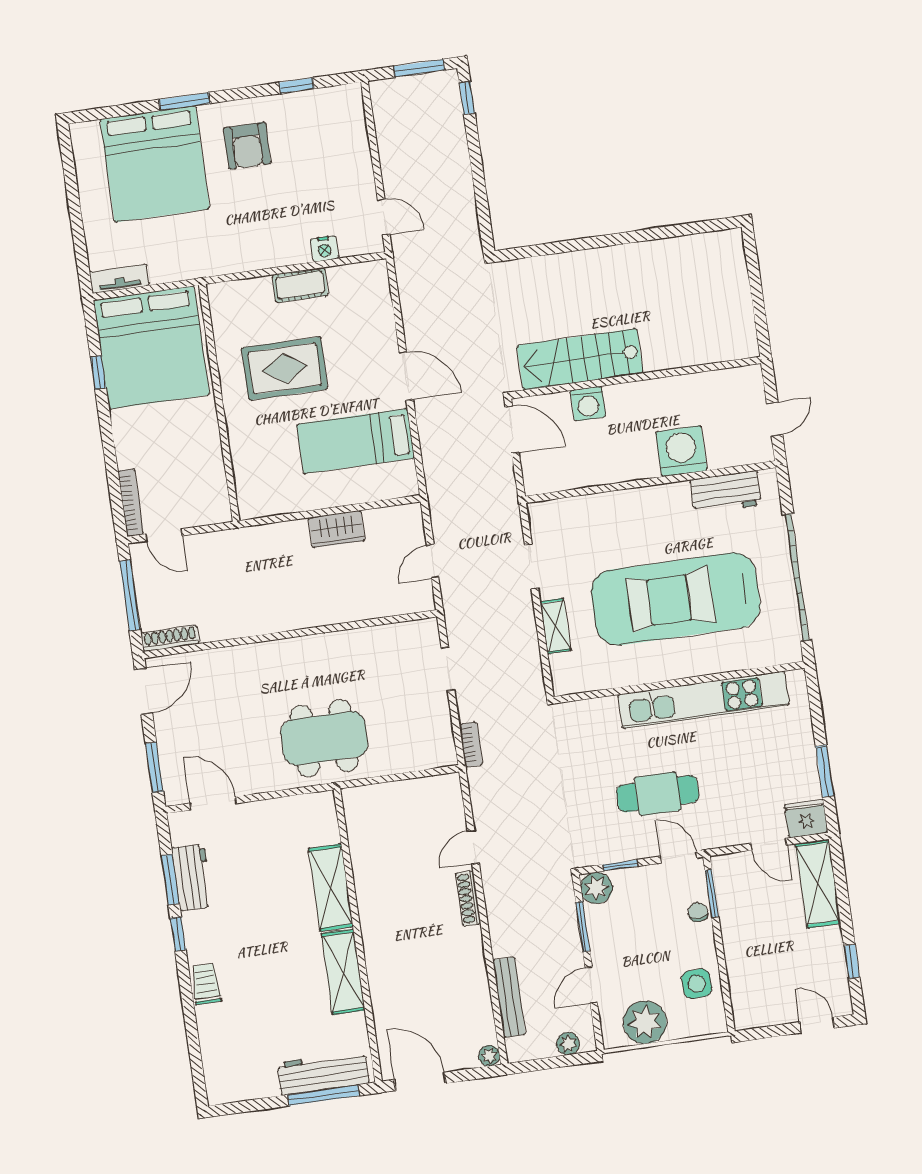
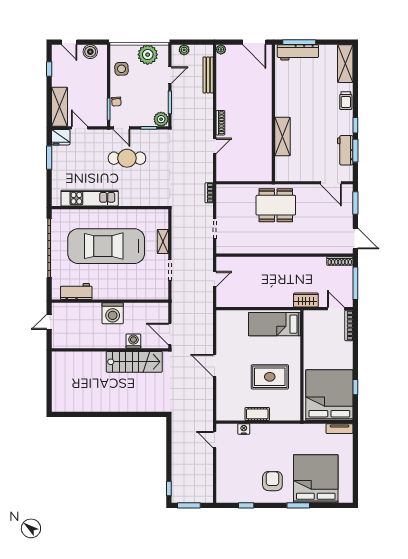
bed: (356, 441) -> (275, 324), moved, turned 180
washing machine: (681, 451) -> (113, 313), moved
wardrobe: (337, 529) -> (306, 300), moved
car: (676, 599) -> (106, 246), turned 180
door: (144, 691) -> (355, 238), swing flipped
kitchen unit: (704, 700) -> (90, 198), width x0.73
shelving: (343, 972) -> (345, 64), moved
boiler: (769, 1011) -> (90, 52), added

